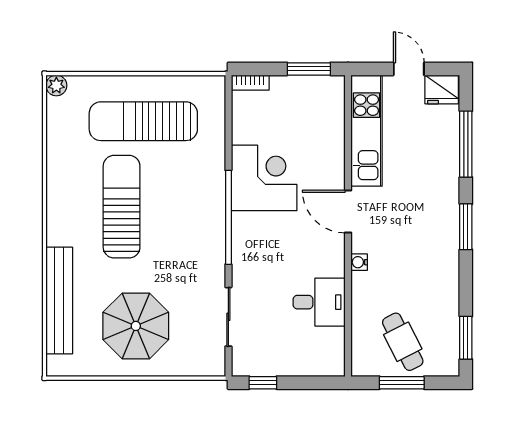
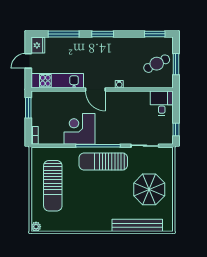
sun lounger: (122, 207) -> (103, 161), moved
door: (348, 212) -> (95, 89), hinge flipped
desk: (319, 302) -> (162, 103), moved

